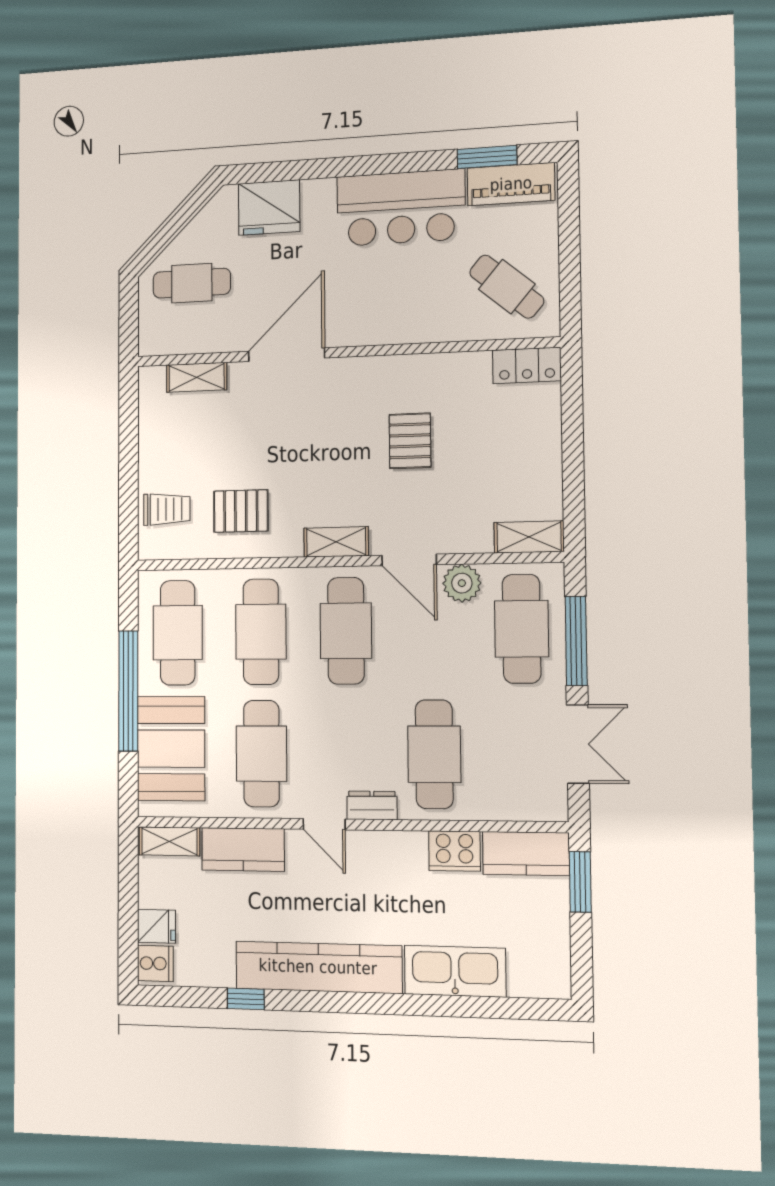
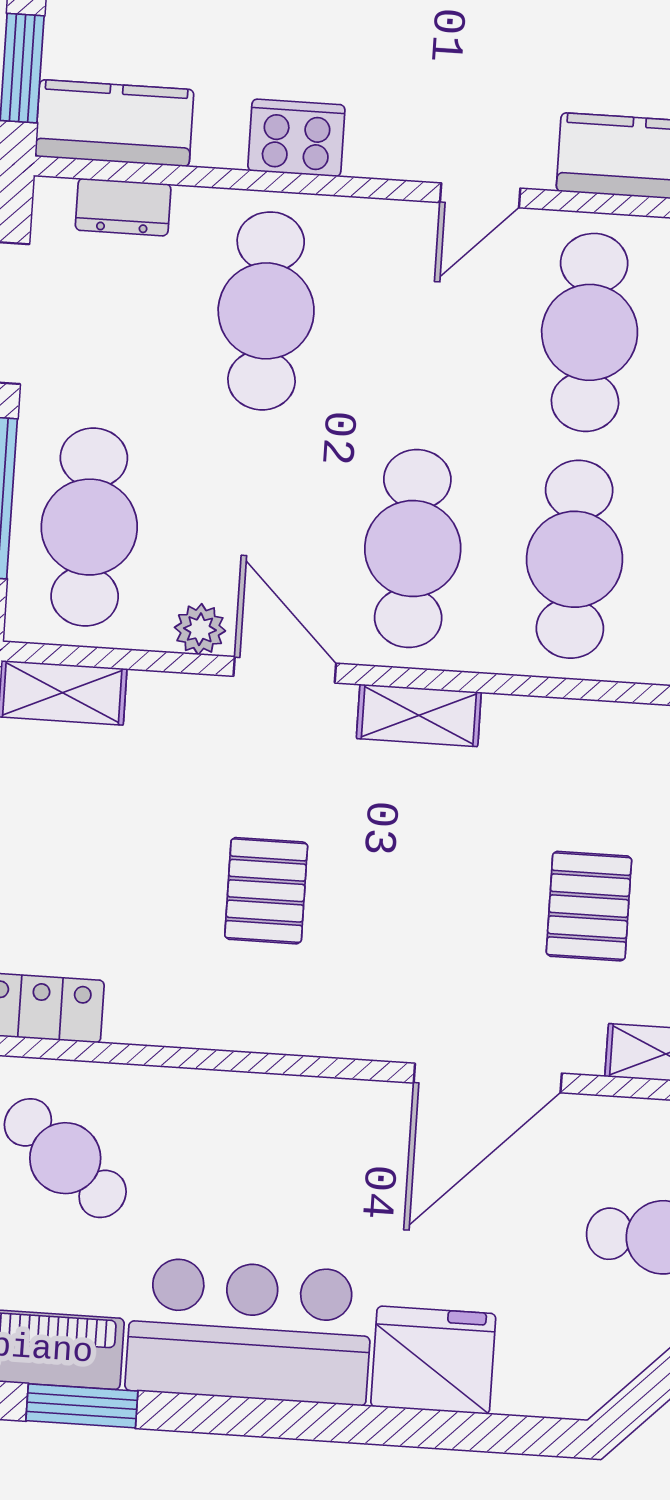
fridge: (269, 208) -> (433, 1360), moved
pallet: (241, 511) -> (589, 906), moved, turned 90
plant: (462, 583) -> (200, 629), width x0.73, depth x0.73
dresser: (372, 805) -> (123, 207), moved
door: (324, 824) -> (480, 195), swing flipped
cooker: (455, 851) -> (296, 138), moved

